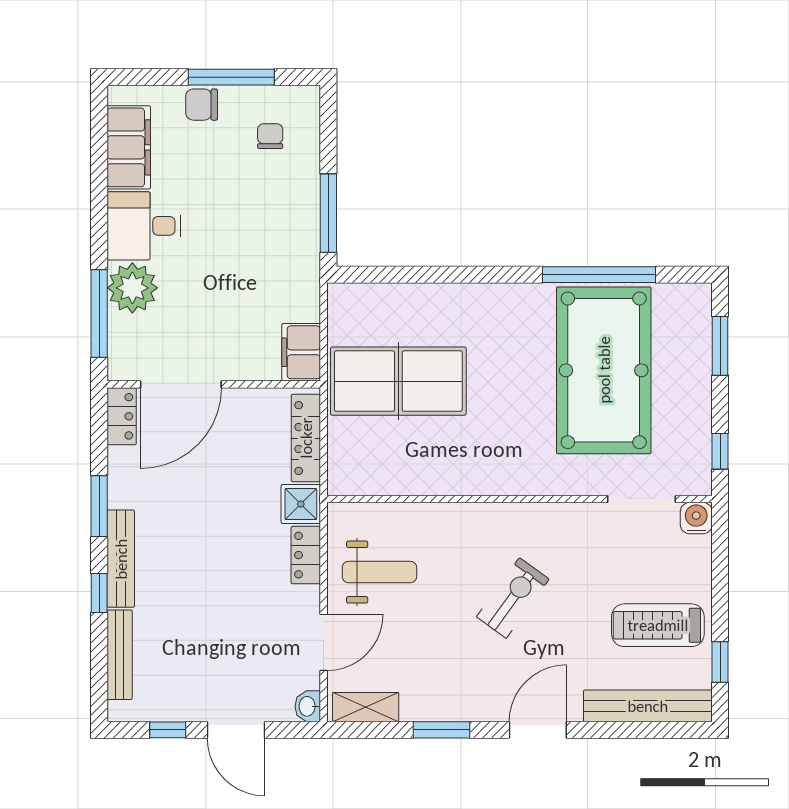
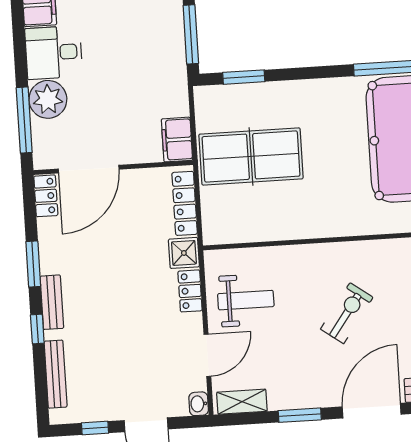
window: (395, 275) -> (244, 77), added
bench: (121, 559) -> (52, 302), width x0.73
door: (538, 730) -> (372, 411), width x1.36

